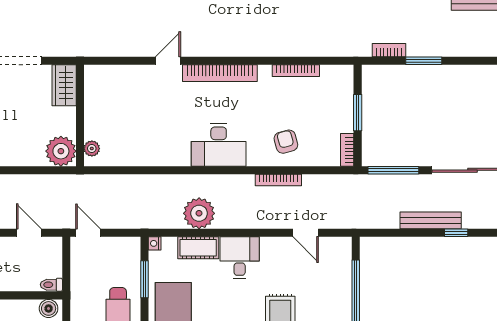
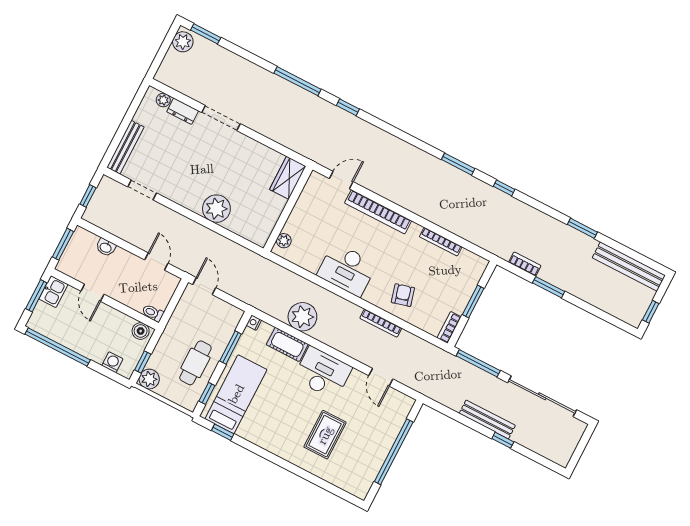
wardrobe: (64, 85) -> (288, 178), moved
wall: (80, 115) -> (288, 209), moved
plant: (92, 148) -> (284, 241), moved
desk: (240, 258) -> (323, 373), width x1.37

